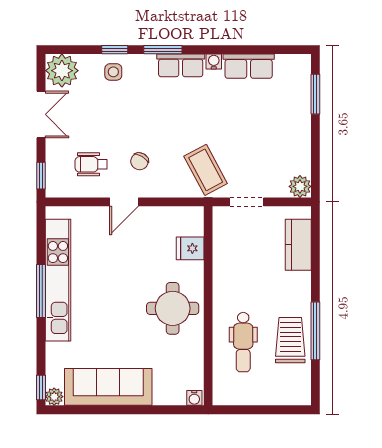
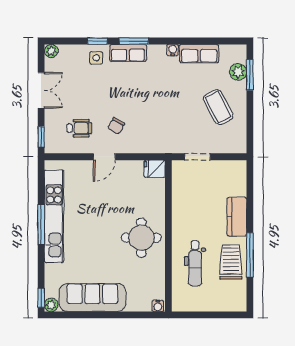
row of seats: (181, 65) -> (128, 53), moved
plant: (62, 71) -> (51, 51), width x0.53, depth x0.53
wheelchair: (91, 164) -> (79, 128), turned 180
coffee table: (206, 170) -> (218, 107), moved
plant: (300, 186) -> (238, 72), moved
kitchen counter: (298, 245) -> (237, 217), moved
fridge: (190, 248) -> (155, 169), moved

